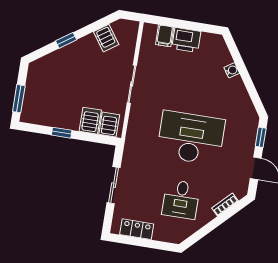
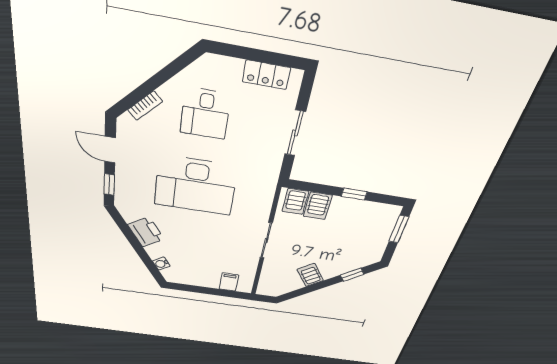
server rack: (106, 38) -> (310, 275), moved
window: (66, 40) -> (352, 275), moved
printer: (186, 40) -> (146, 232), moved, turned 57
water cooler: (232, 70) -> (161, 264), moved
desk: (181, 199) -> (205, 114), turned 180

